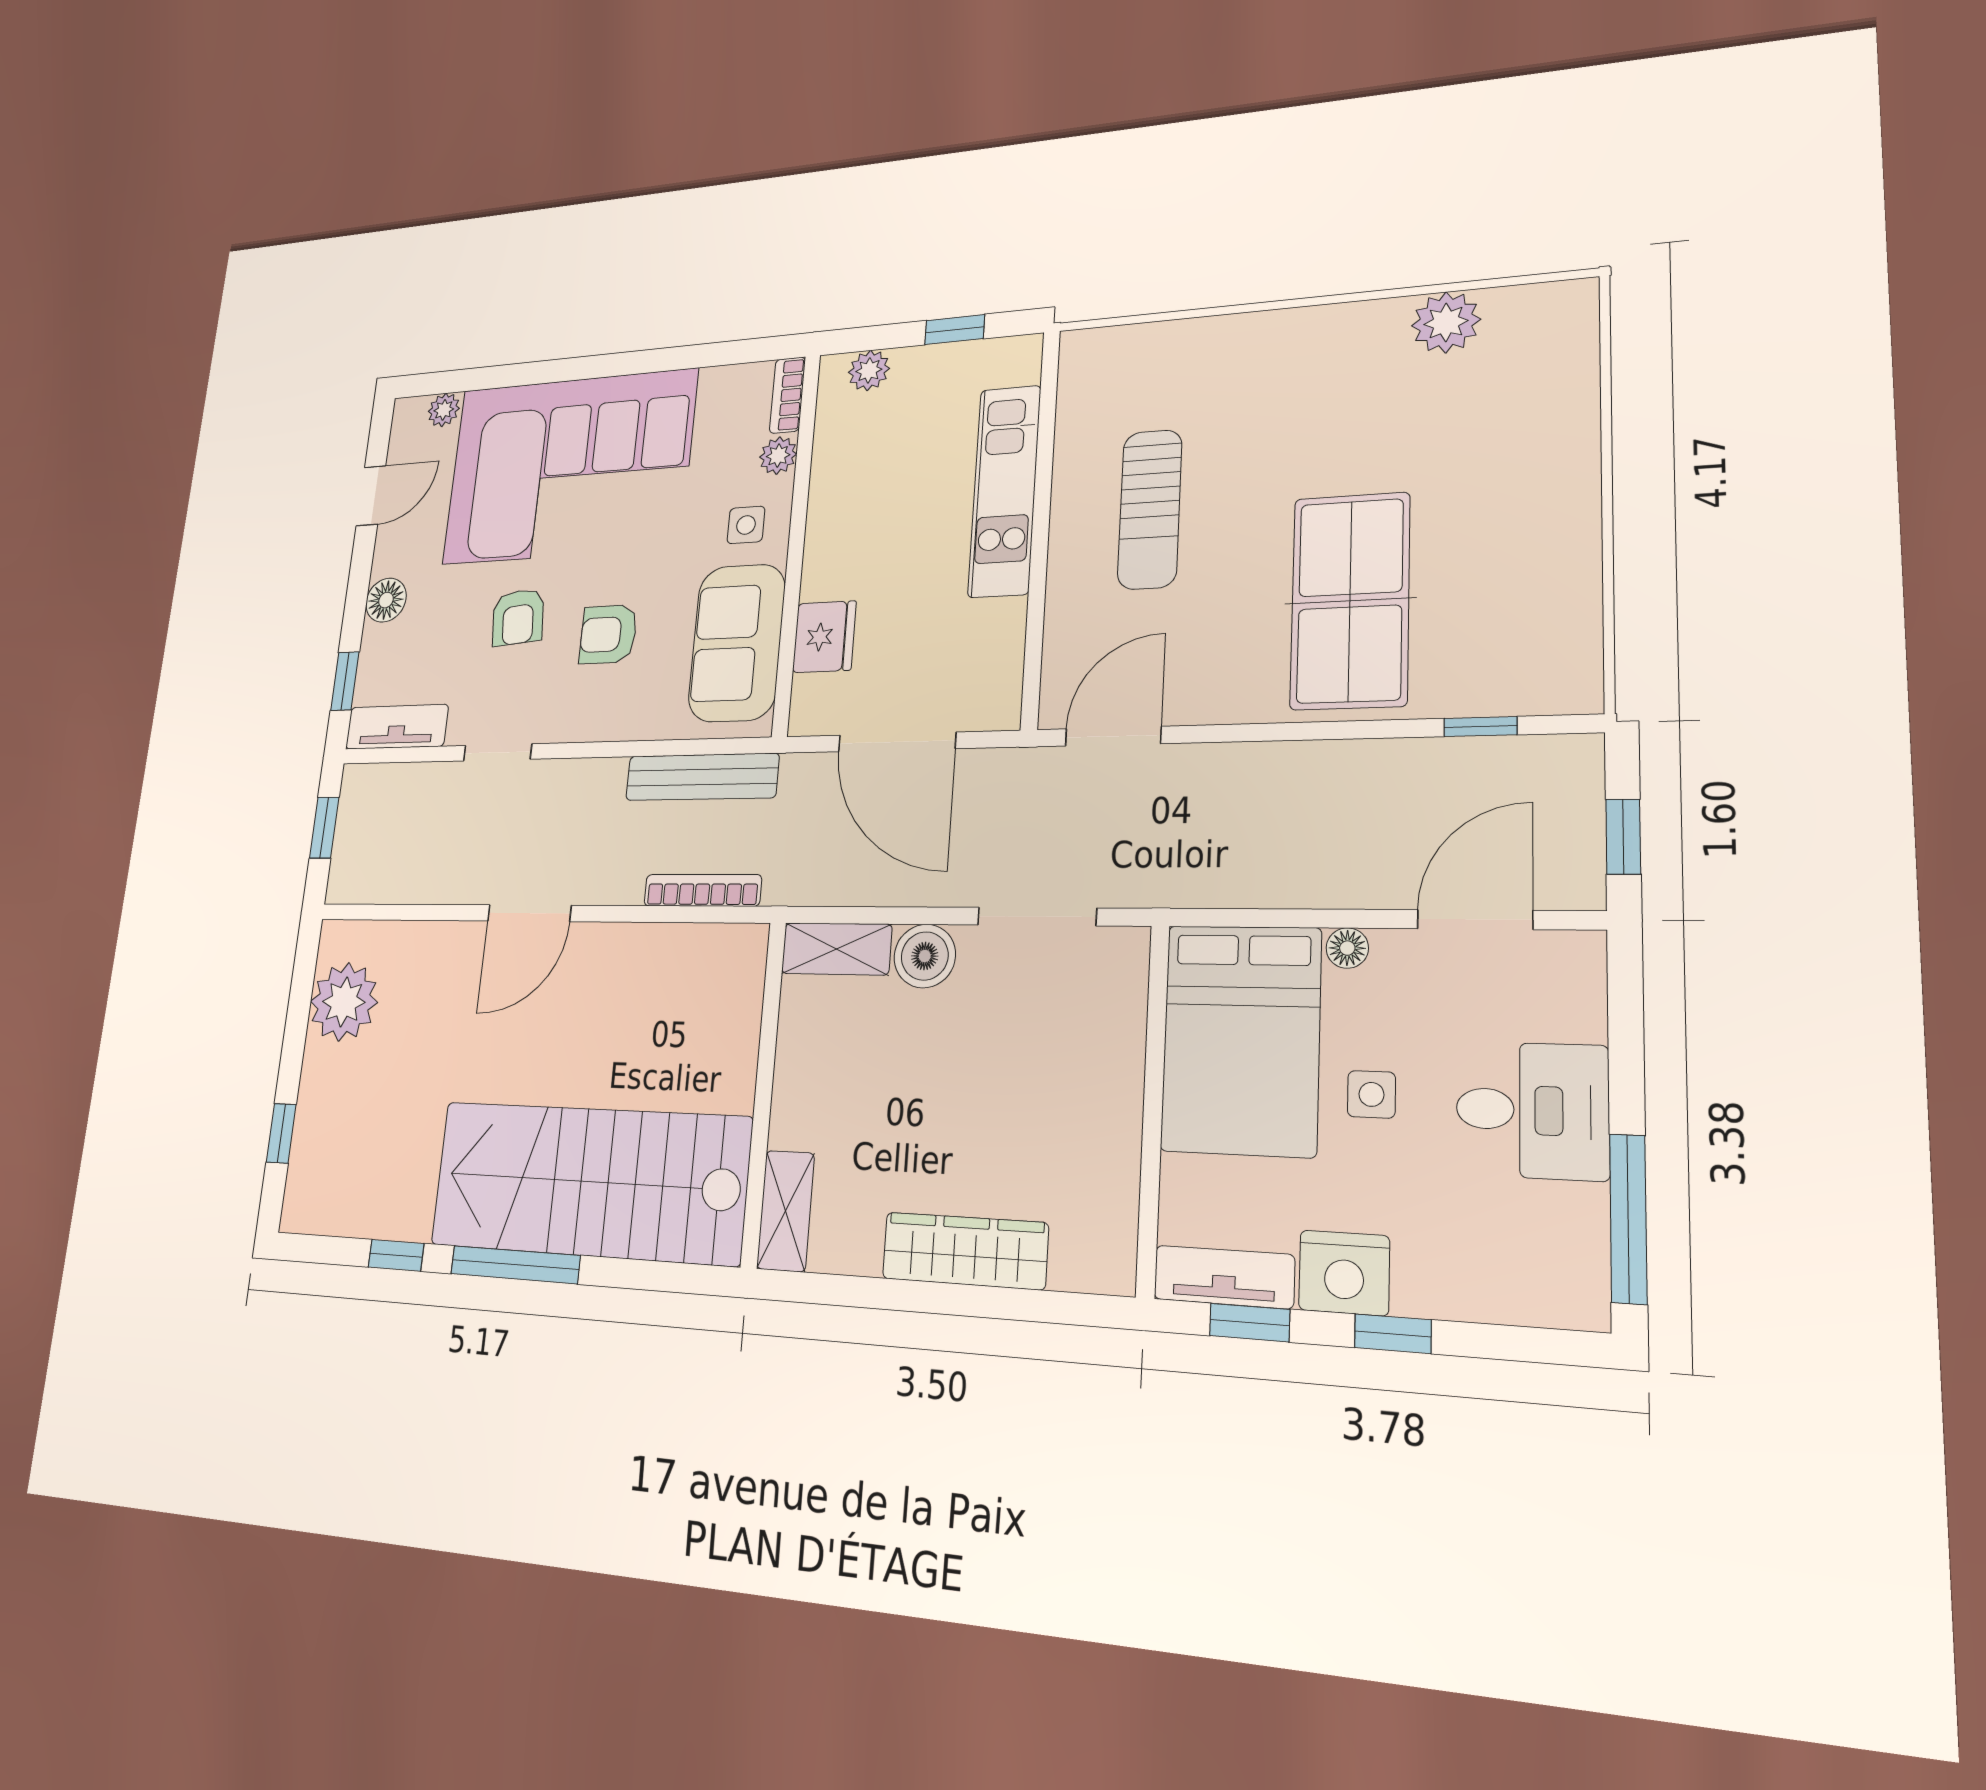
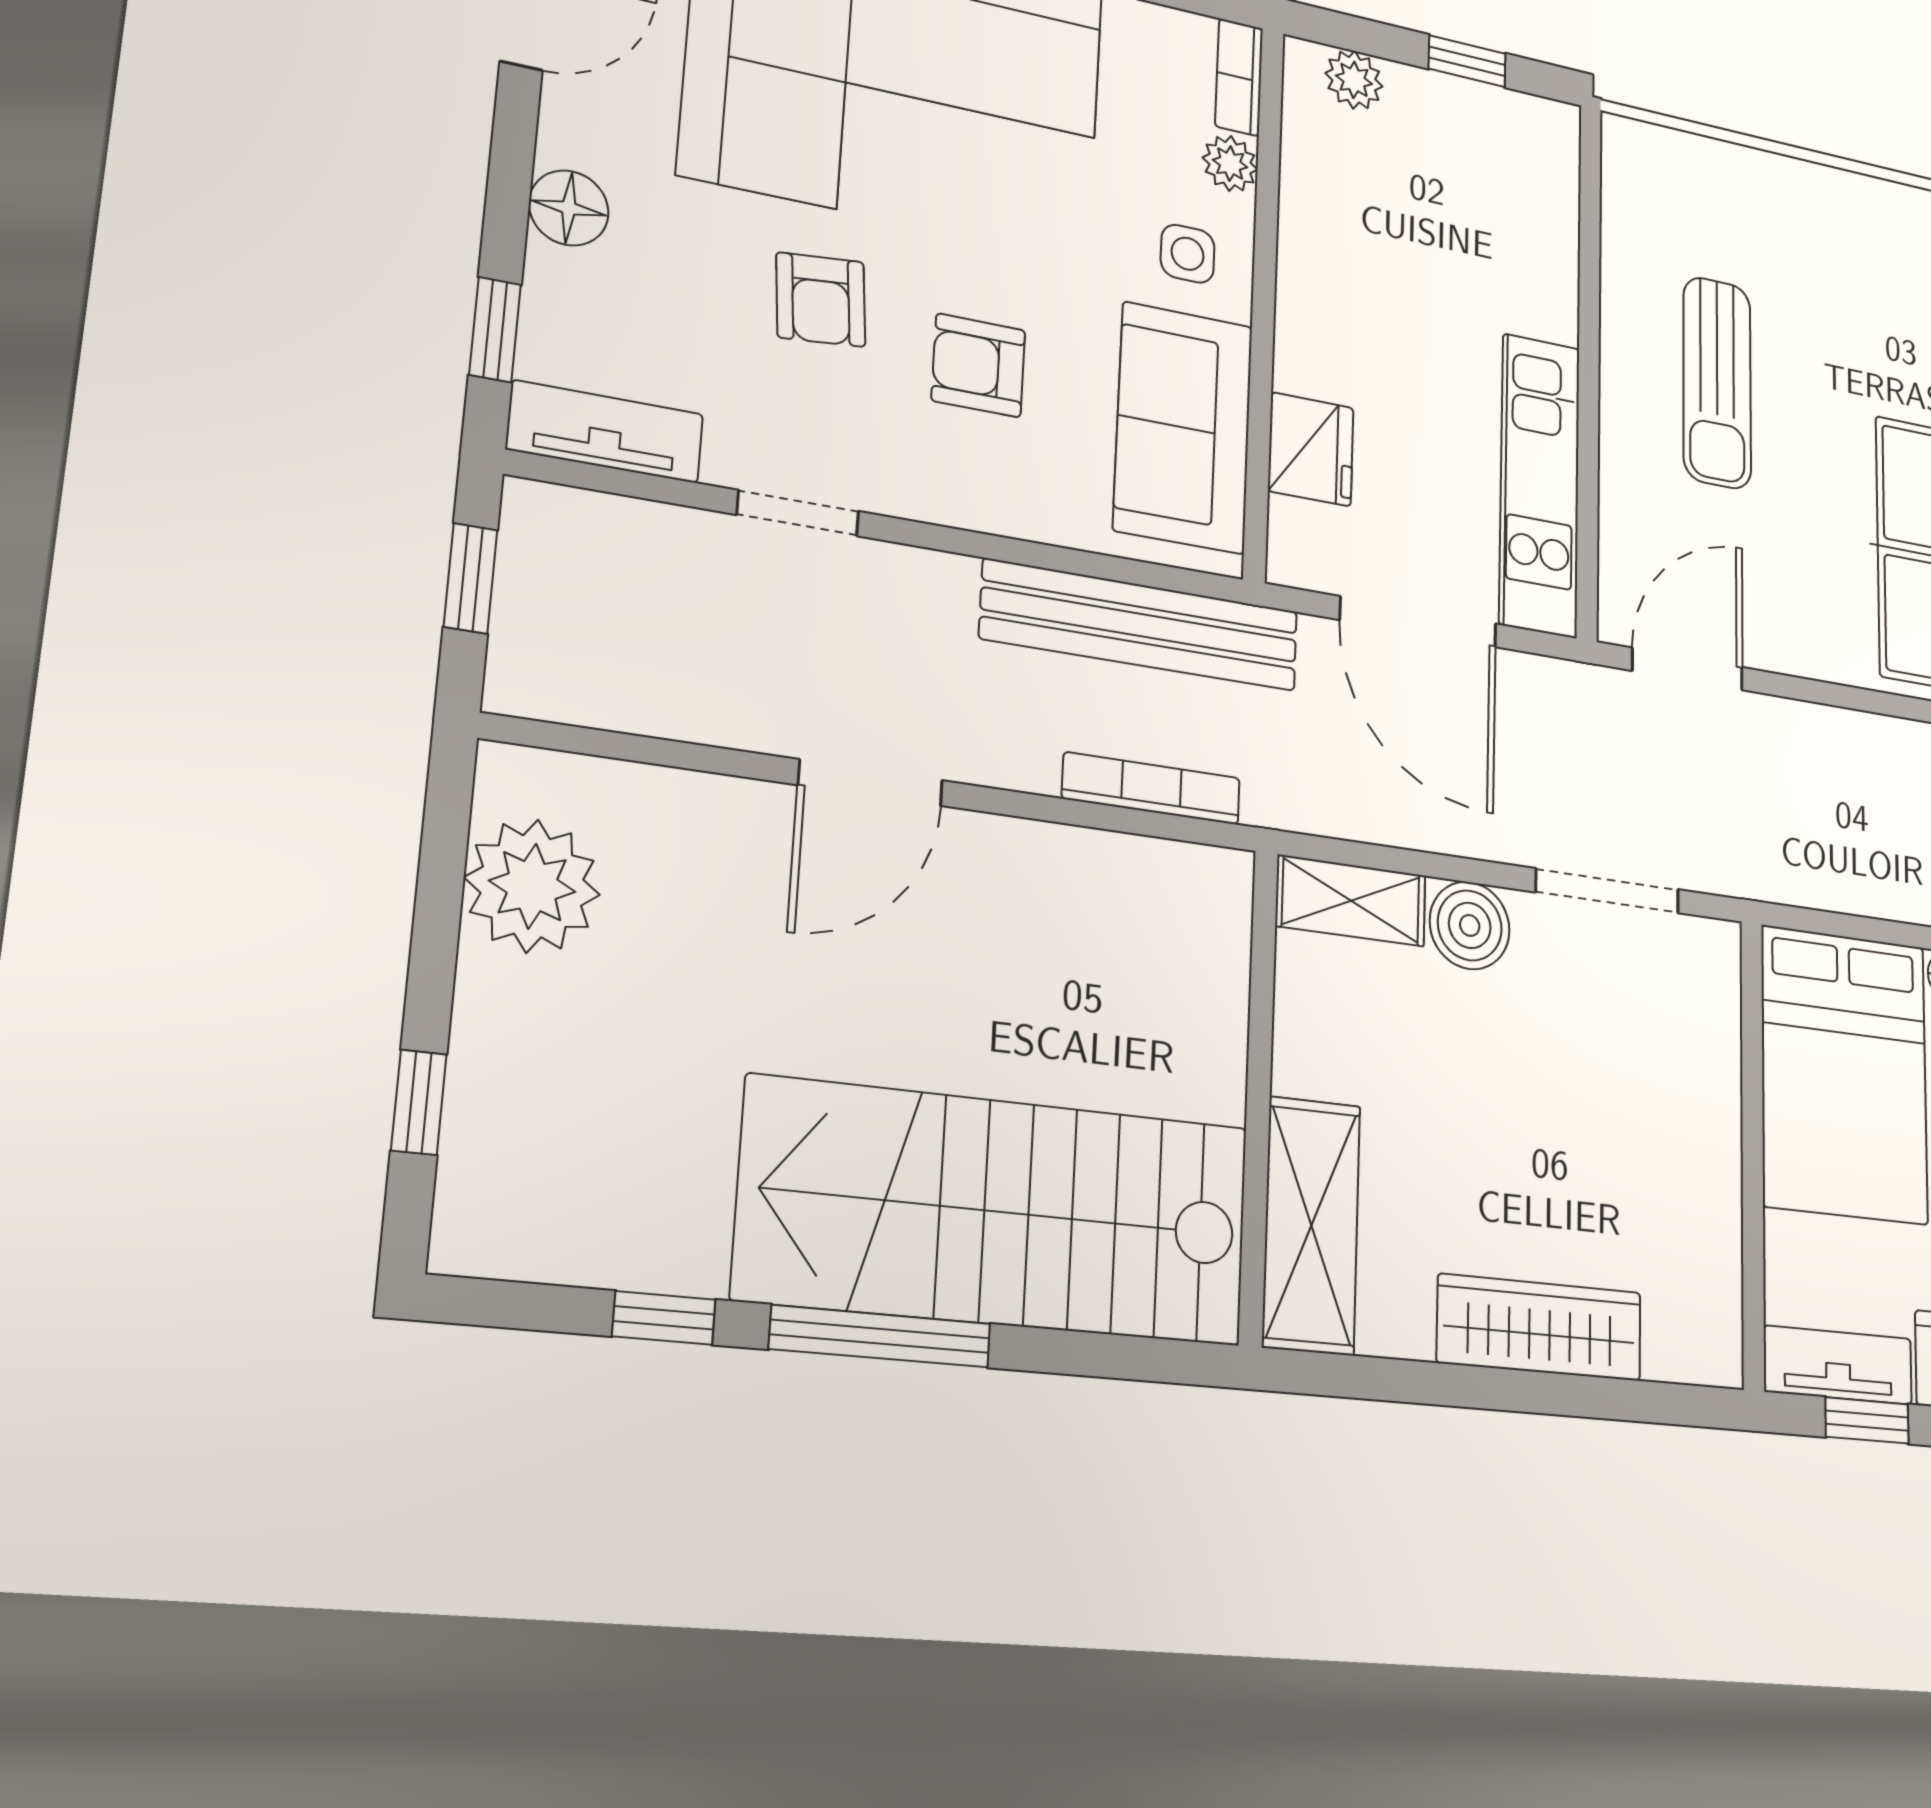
kitchen unit: (1004, 491) -> (1540, 485), moved
bench: (702, 777) -> (1141, 625), width x1.37, depth x1.21
shelving: (786, 1211) -> (1311, 1225), width x1.50, depth x1.33

